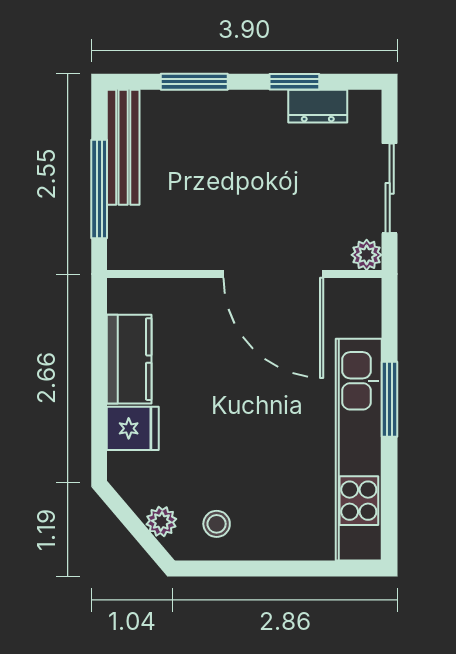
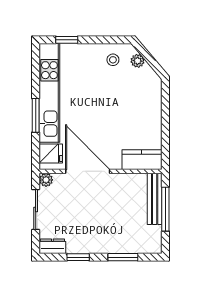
dresser: (318, 106) -> (52, 246), moved
bench: (123, 147) -> (155, 199), moved
kitchen counter: (129, 359) -> (142, 160), moved, turned 90
fridge: (133, 428) -> (51, 154), moved, turned 180
window: (320, 568) -> (67, 40), added

